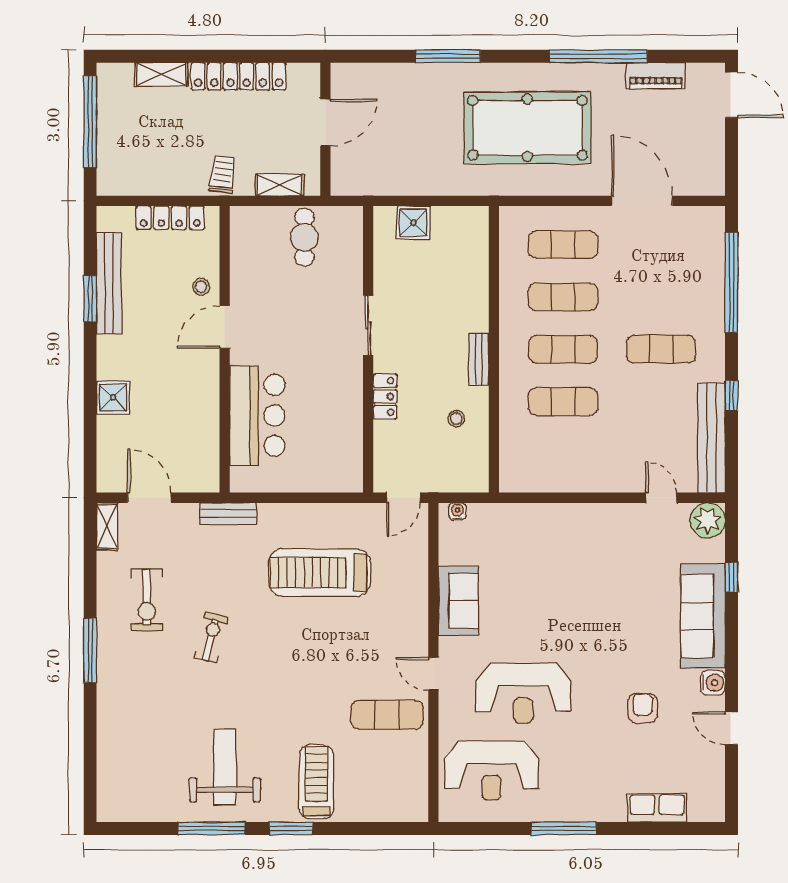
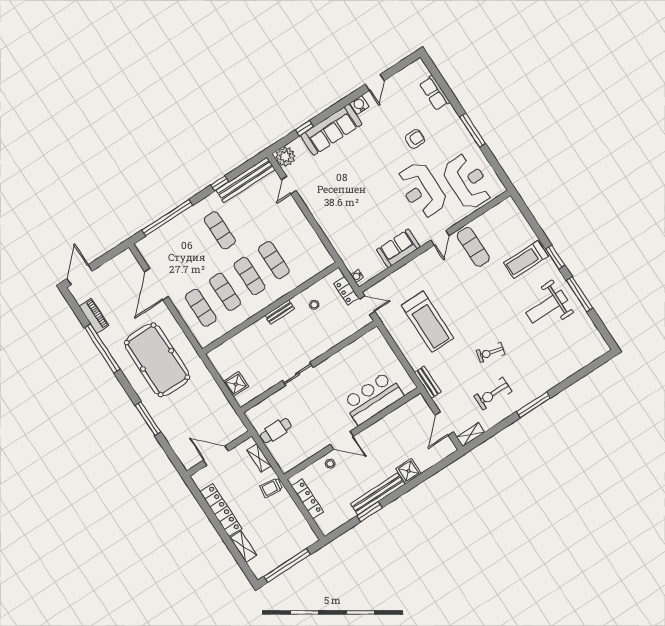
bench: (109, 283) -> (378, 494), moved
locker: (385, 396) -> (346, 291), moved, turned -90
exercise bike: (147, 600) -> (493, 394), turned 180
reception desk: (523, 693) -> (422, 190), turned 180
armchair: (643, 708) -> (415, 139), moved, turned 180

